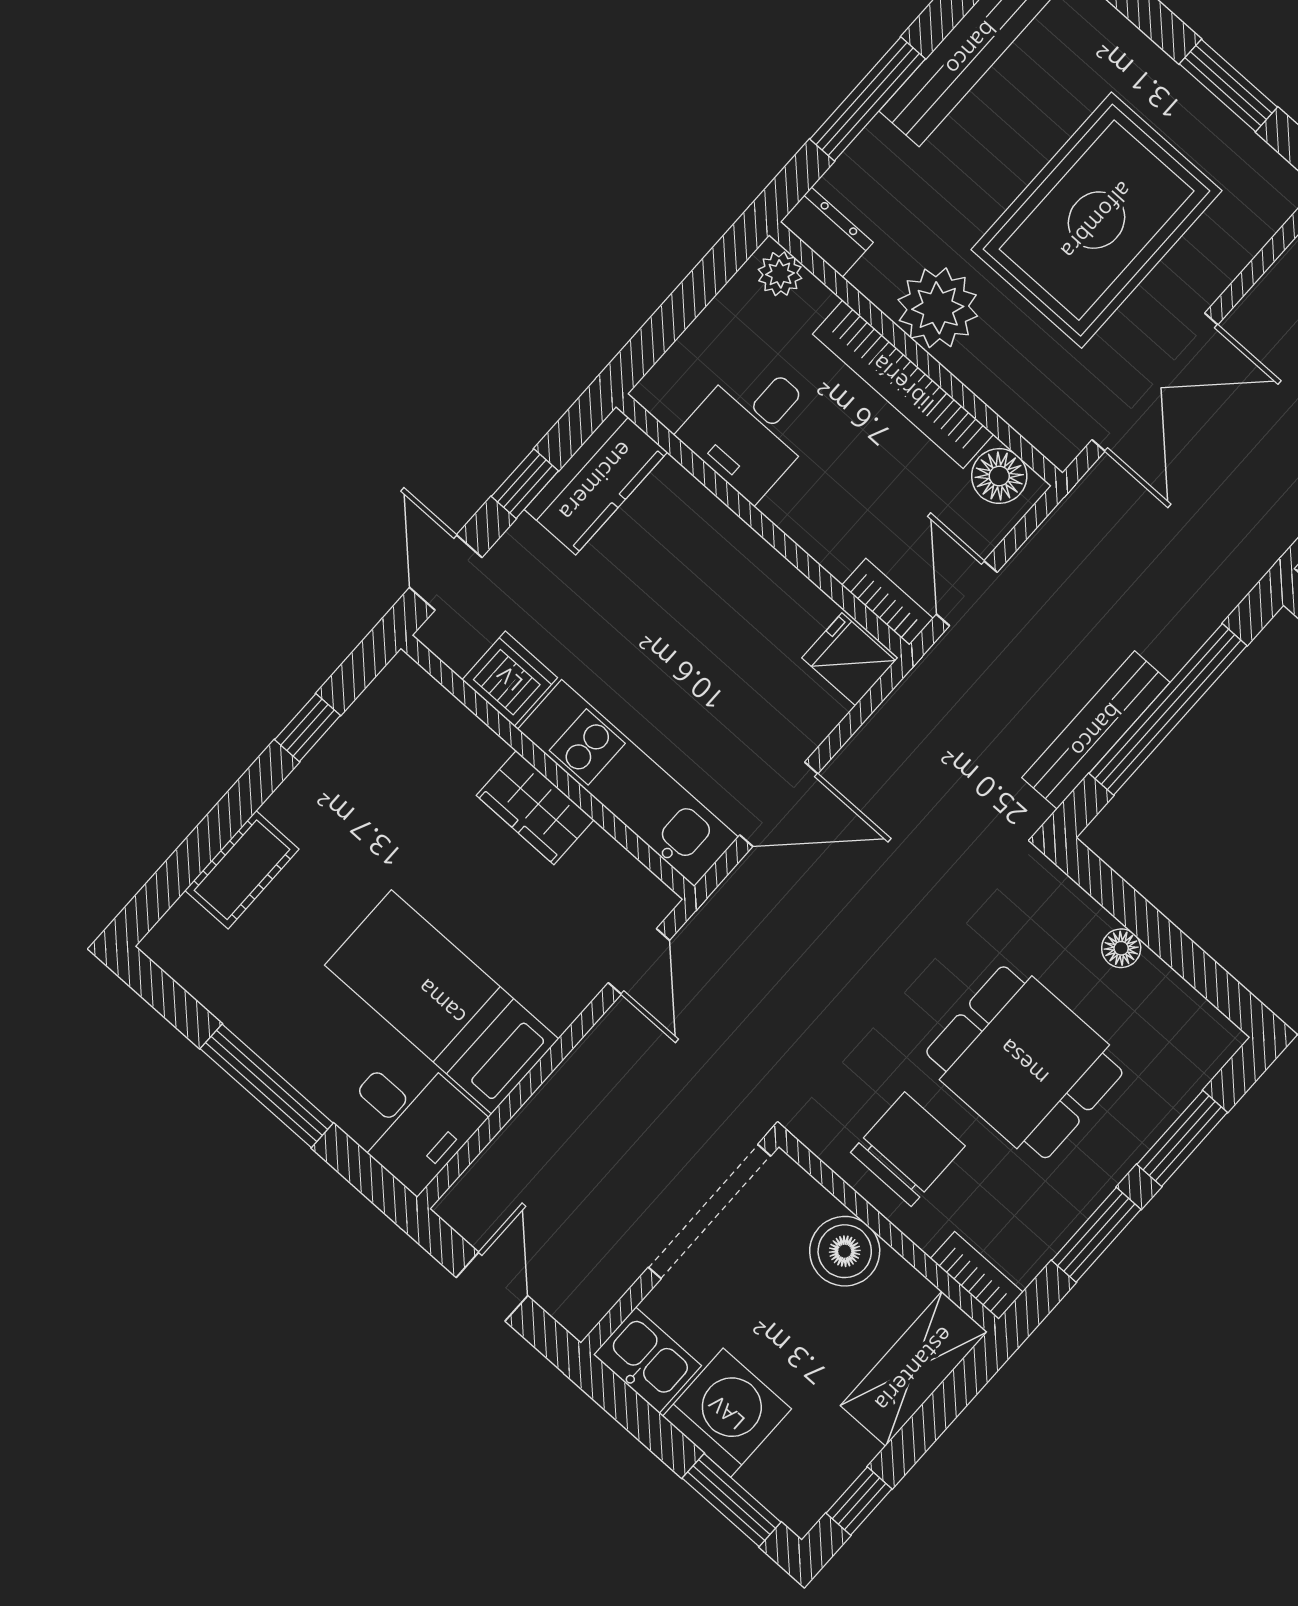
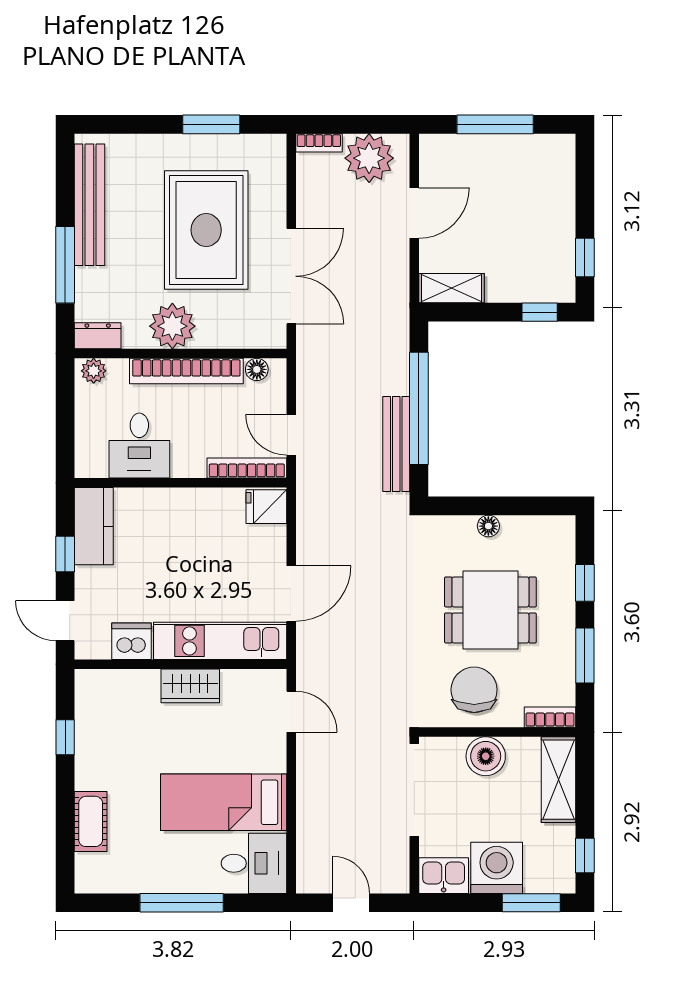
floor lamp: (999, 476) -> (257, 369), width x0.73, depth x0.73
bookcase: (888, 602) -> (247, 468), width x1.56
window: (1182, 1138) -> (585, 583), width x0.67

